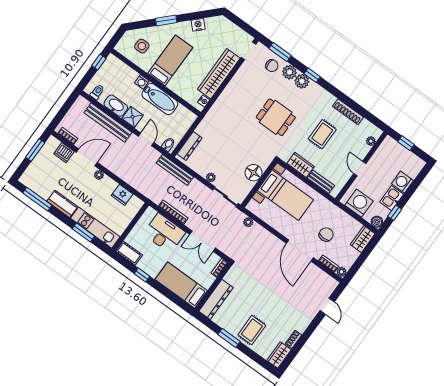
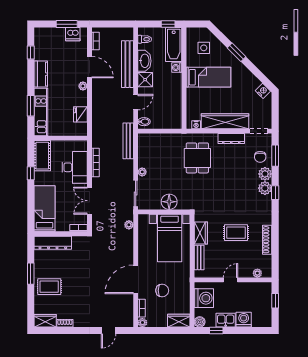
nightstand: (198, 25) -> (263, 91), moved
bathtub: (160, 99) -> (174, 45), moved
dining table: (276, 117) -> (197, 158), moved
dresser: (190, 146) -> (231, 139), moved
dishwasher: (64, 153) -> (73, 34), moved, turned -90
window: (37, 199) -> (31, 52), width x0.46
cot: (129, 253) -> (42, 156), width x1.37, depth x1.34

